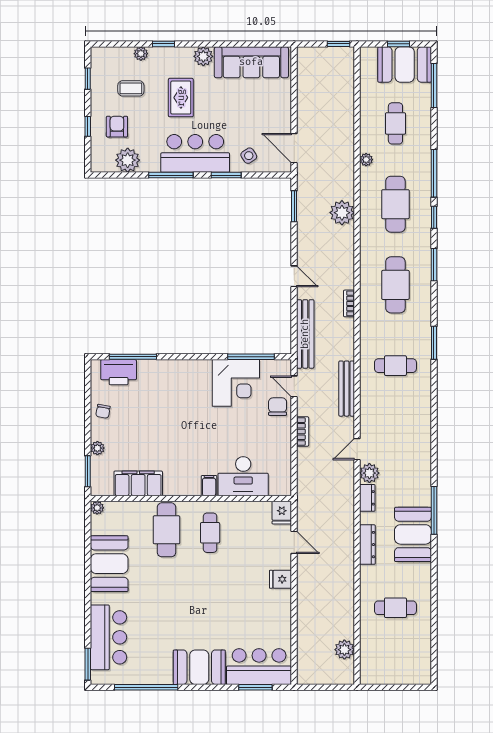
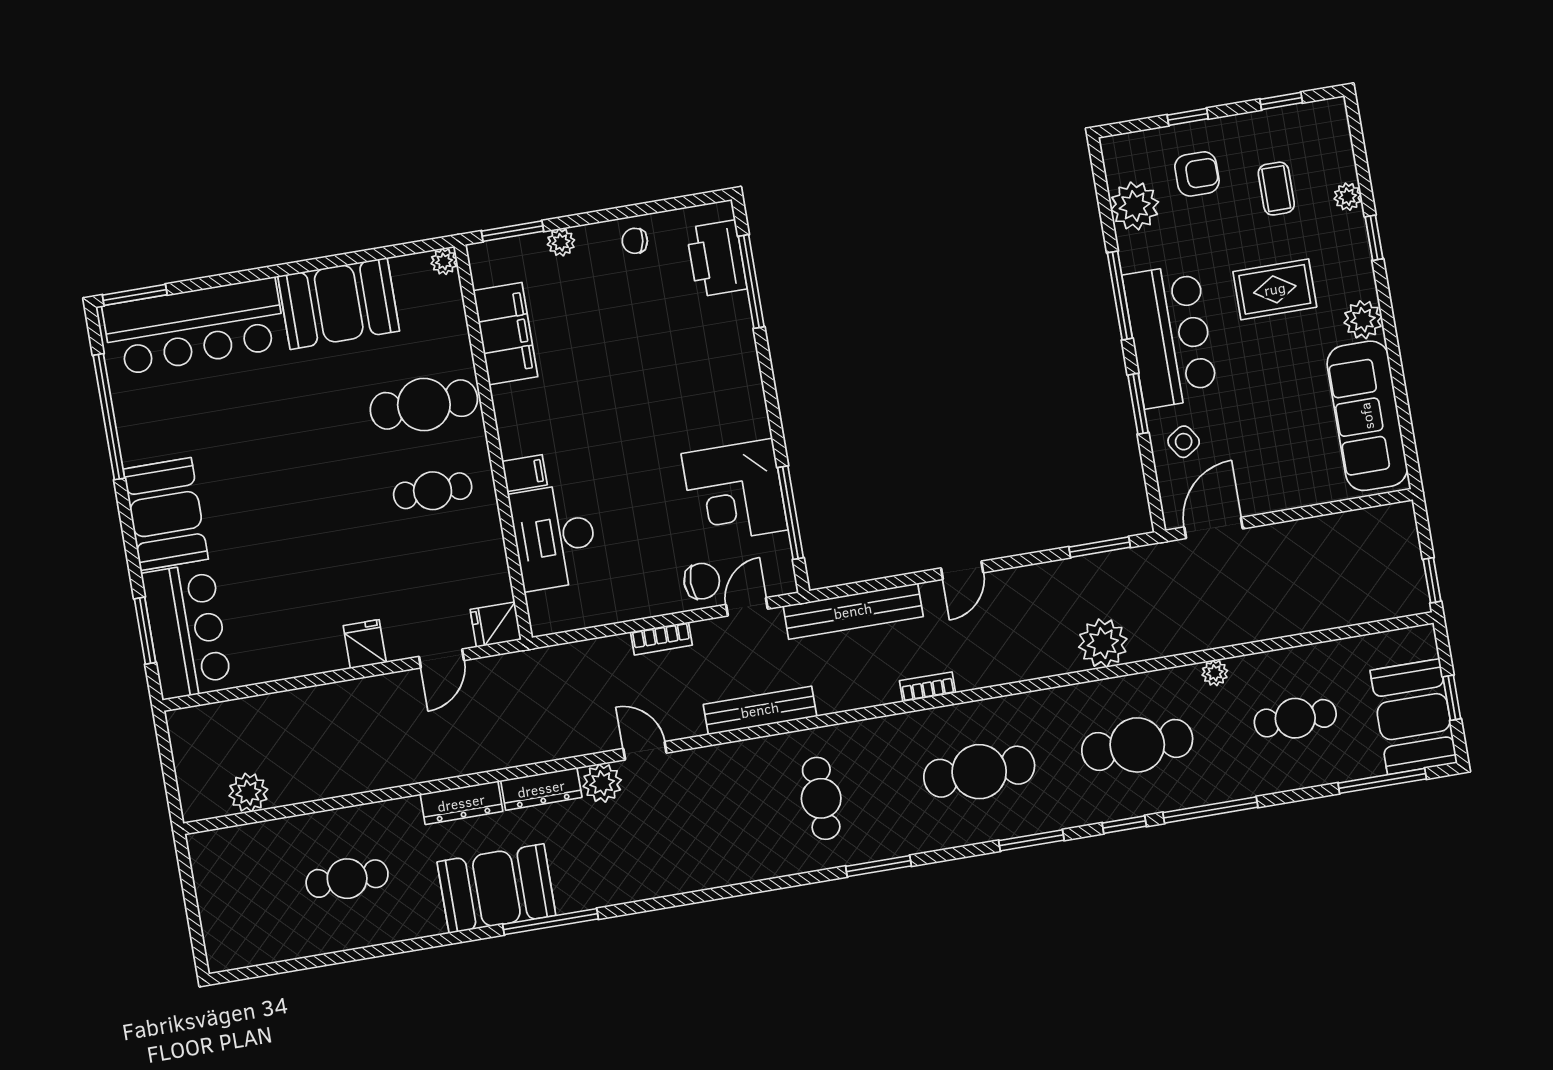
dresser: (367, 498) -> (541, 789), width x1.44
cafe table: (395, 608) -> (347, 879), turned 90
bar counter: (108, 637) -> (194, 327), width x1.36

